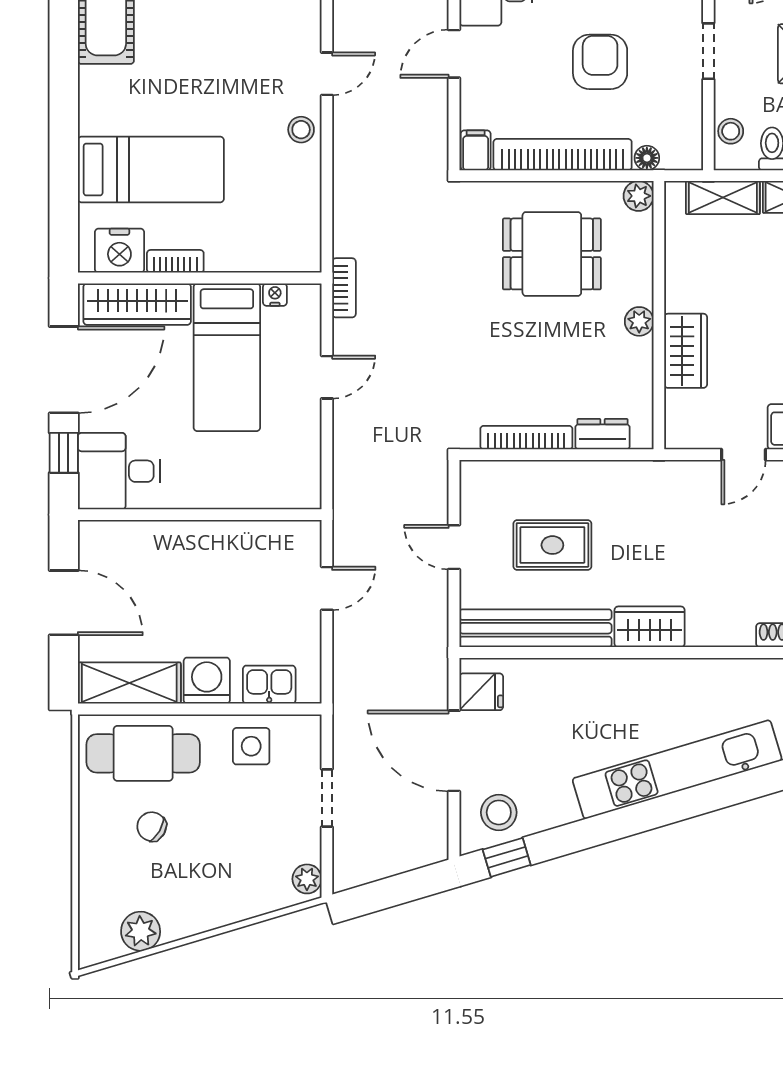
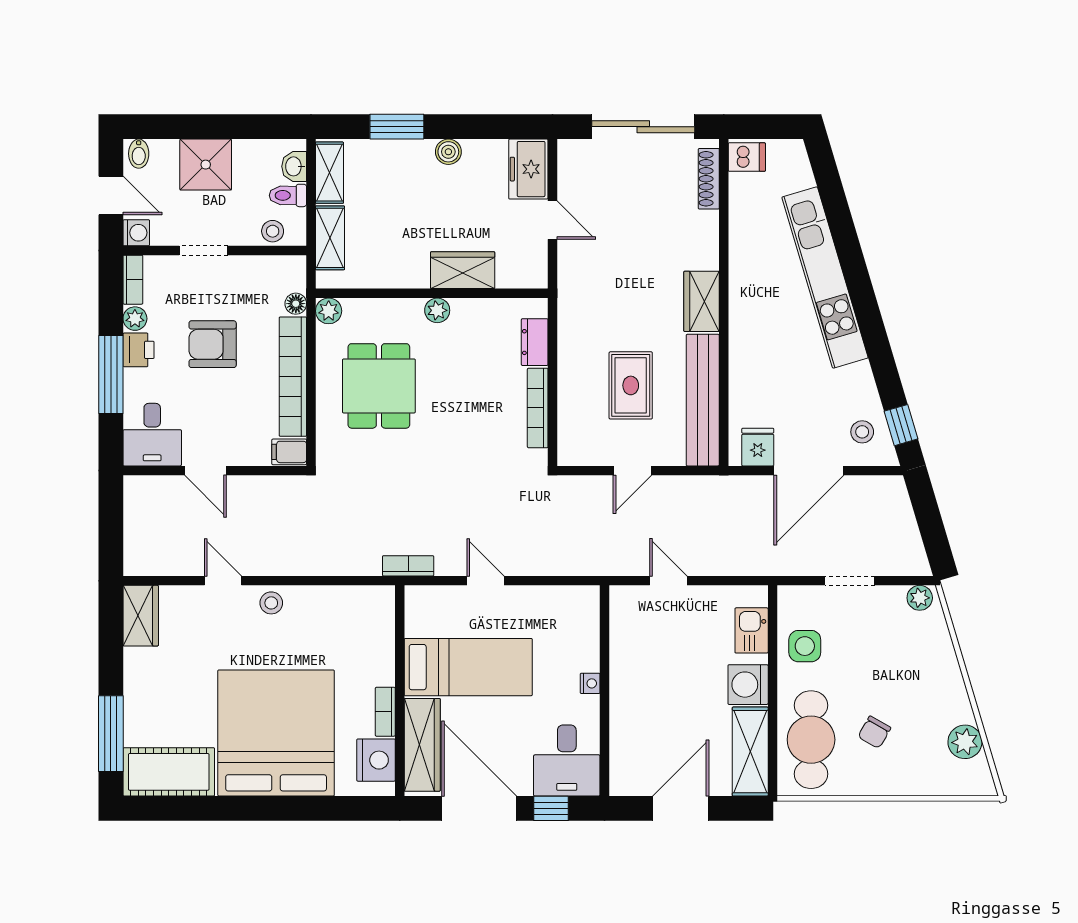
bed: (151, 169) -> (276, 733), width x2.04
nightstand: (275, 295) -> (590, 683), moved, turned 180
stool: (499, 812) -> (862, 432), width x0.73, depth x0.73

